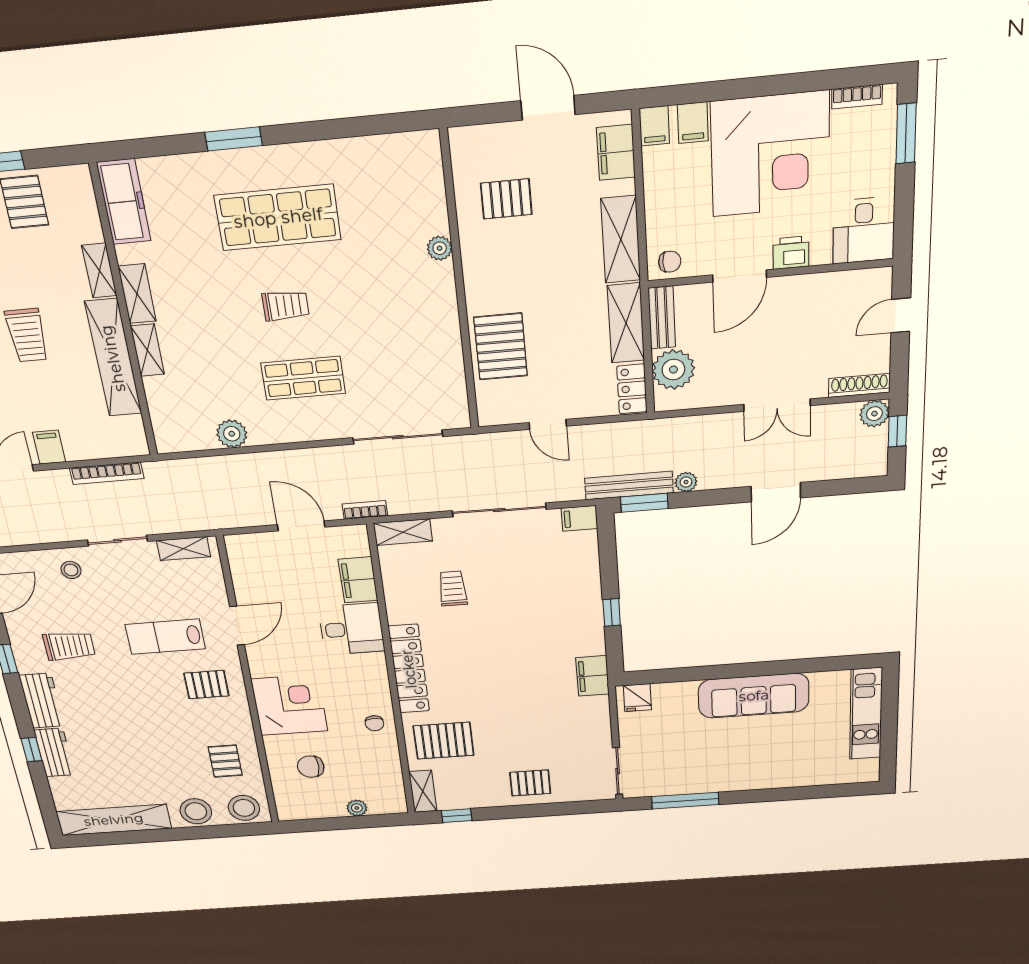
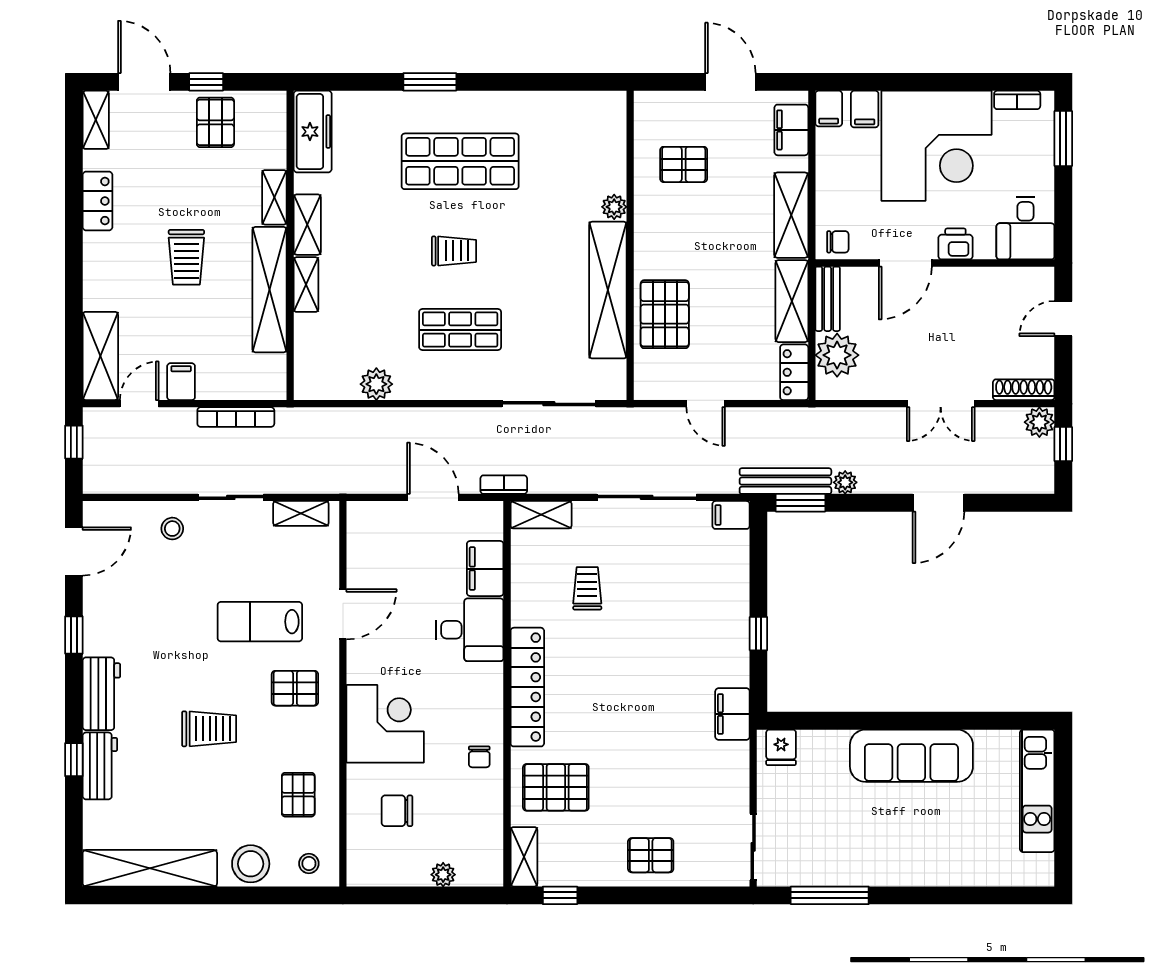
shelving: (442, 329) -> (608, 290), added
trolley: (69, 646) -> (209, 729), moved
stool: (244, 808) -> (309, 864), width x0.53, depth x0.53

